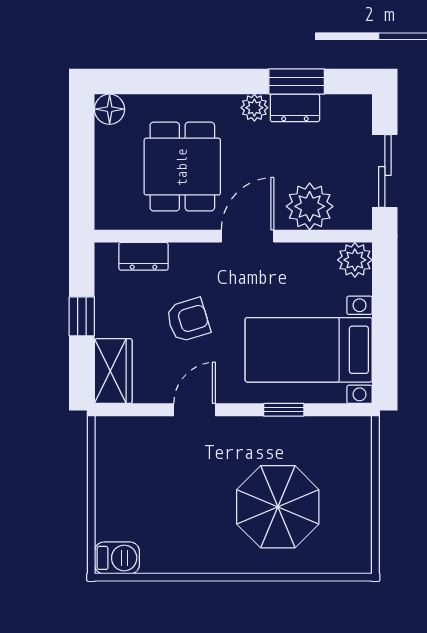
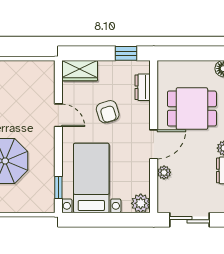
plant: (310, 206) -> (164, 172), width x0.53, depth x0.53
door: (248, 236) -> (154, 144), hinge flipped
window: (82, 316) -> (126, 53), moved
window: (284, 410) -> (58, 188), moved

